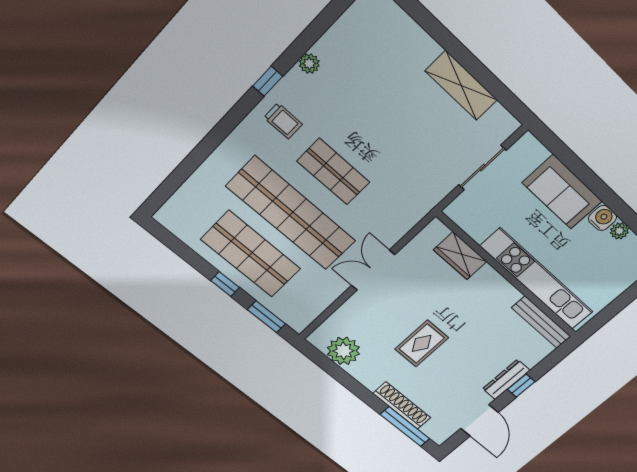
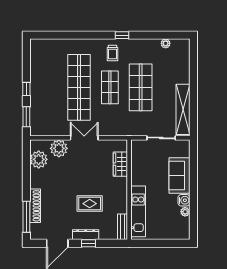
plant: (309, 64) -> (166, 43), moved
shelving: (461, 86) -> (183, 109), width x1.47
shop shelf: (251, 254) -> (141, 87), moved
kitchen unit: (537, 279) -> (138, 211), width x0.73
plant: (354, 314) -> (59, 148), added
bench: (541, 322) -> (123, 227), width x0.73
rug: (422, 343) -> (90, 204), moved

